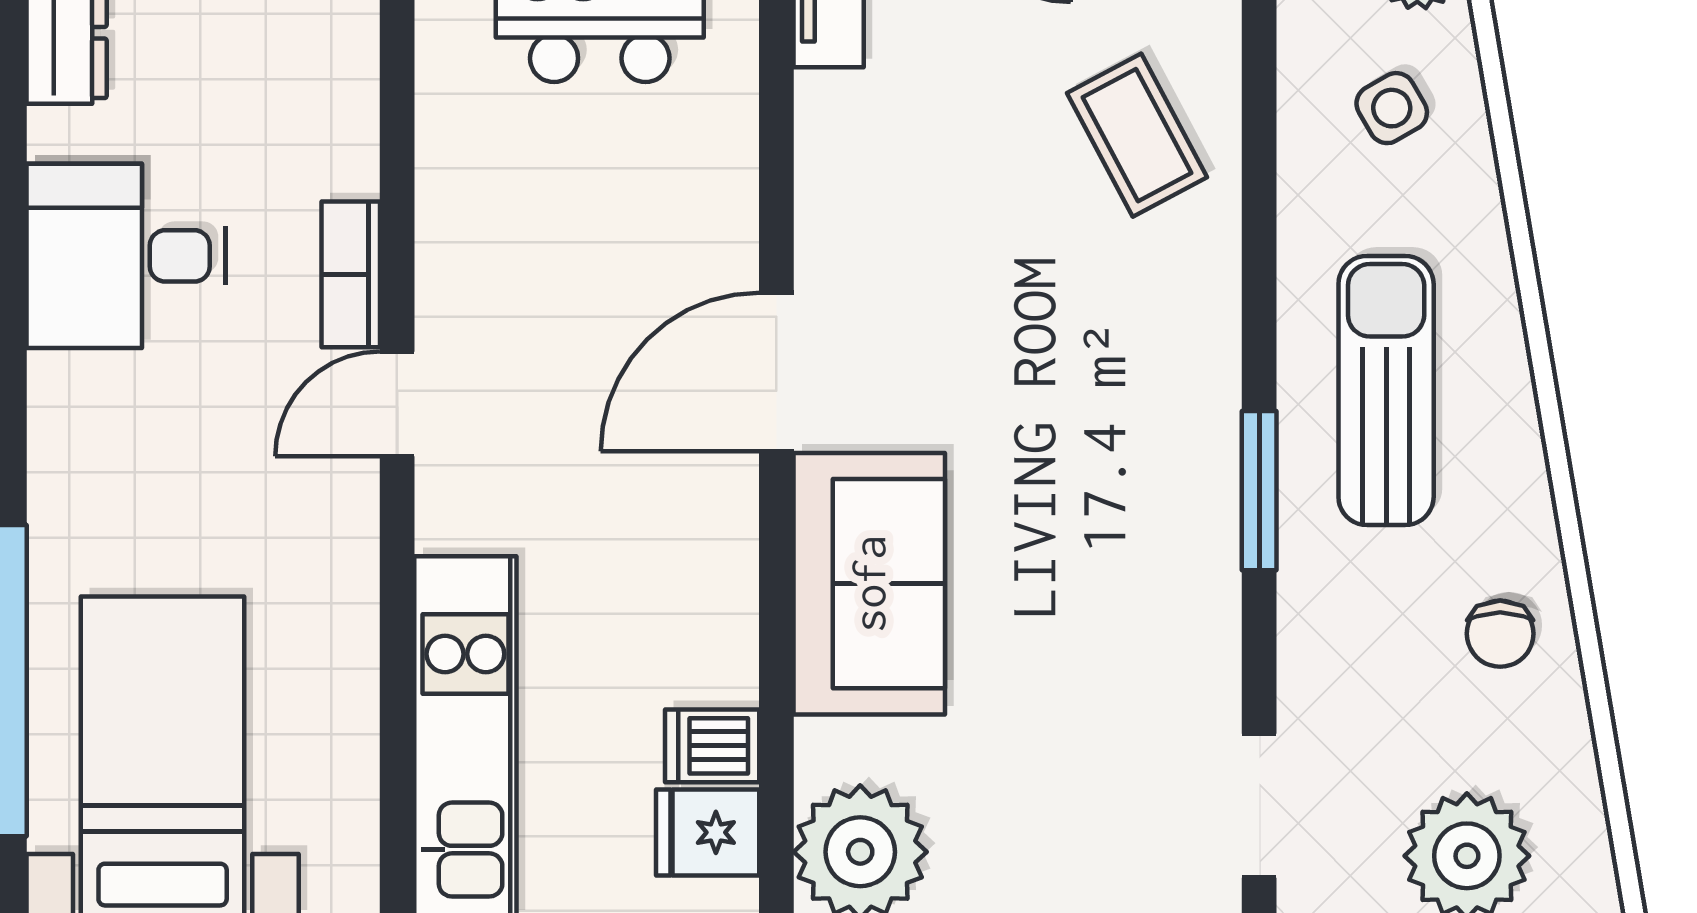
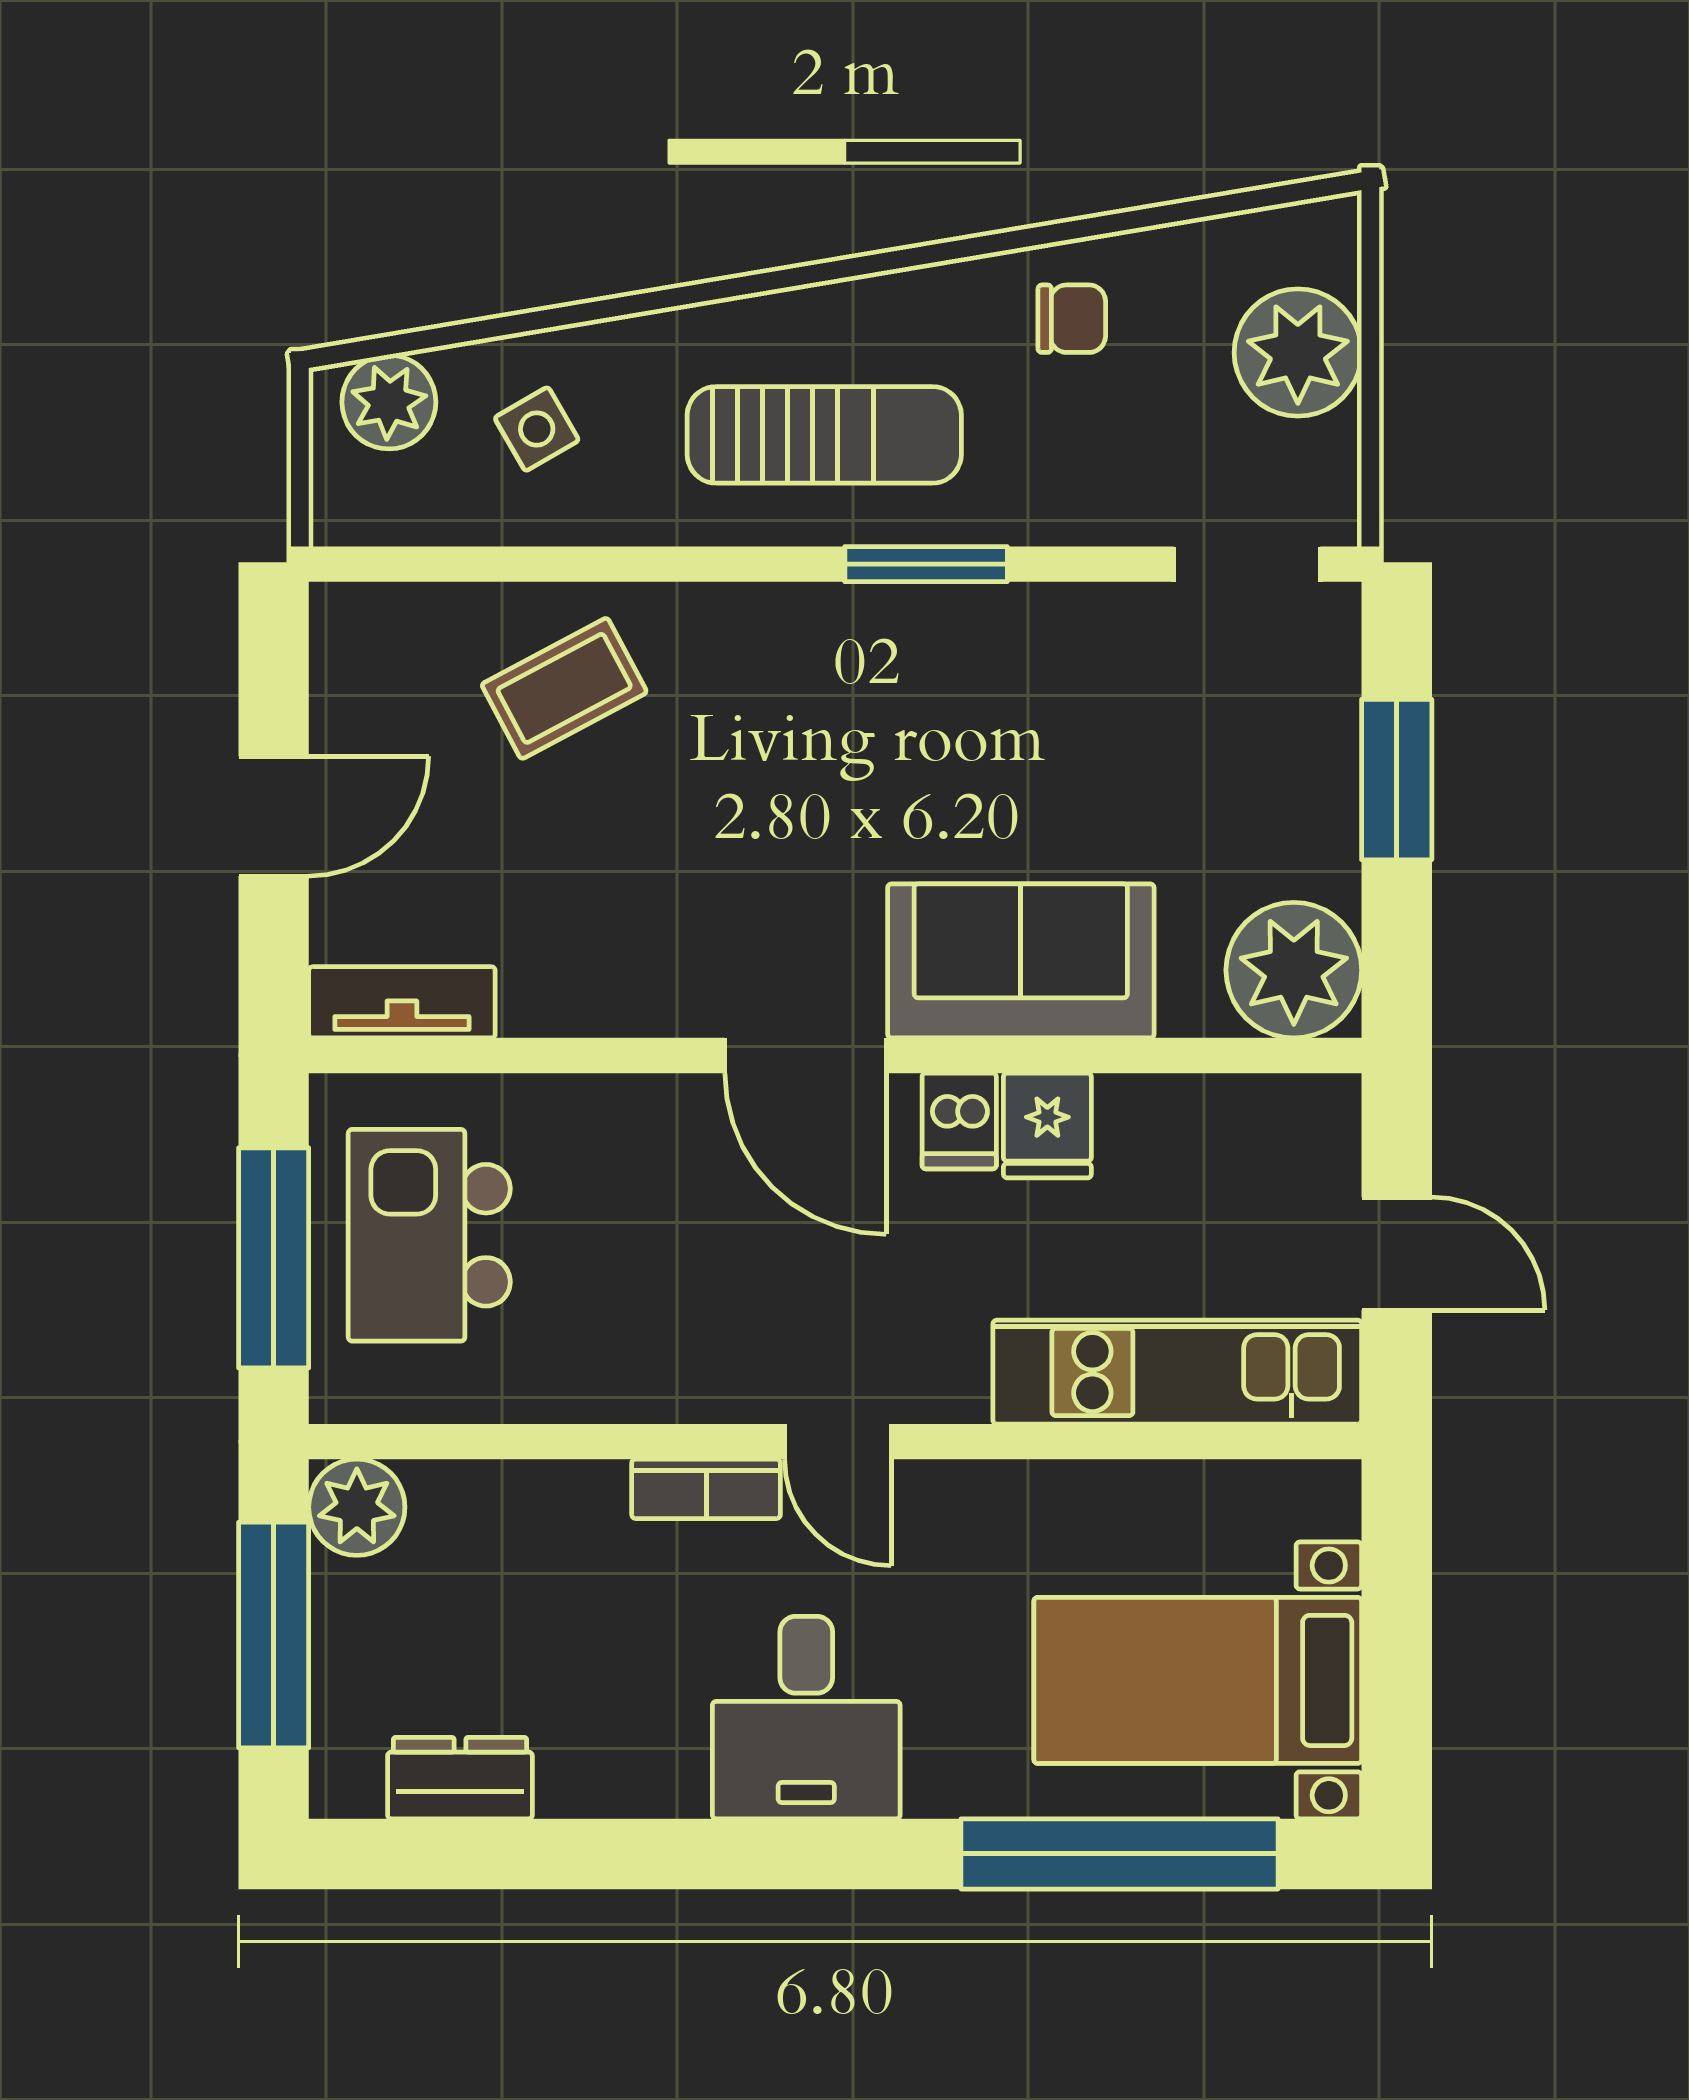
desk: (126, 256) -> (806, 1718), moved
sun lounger: (1386, 391) -> (824, 435), turned 180
dishwasher: (712, 746) -> (959, 1121), moved
fridge: (708, 832) -> (1047, 1126), moved

